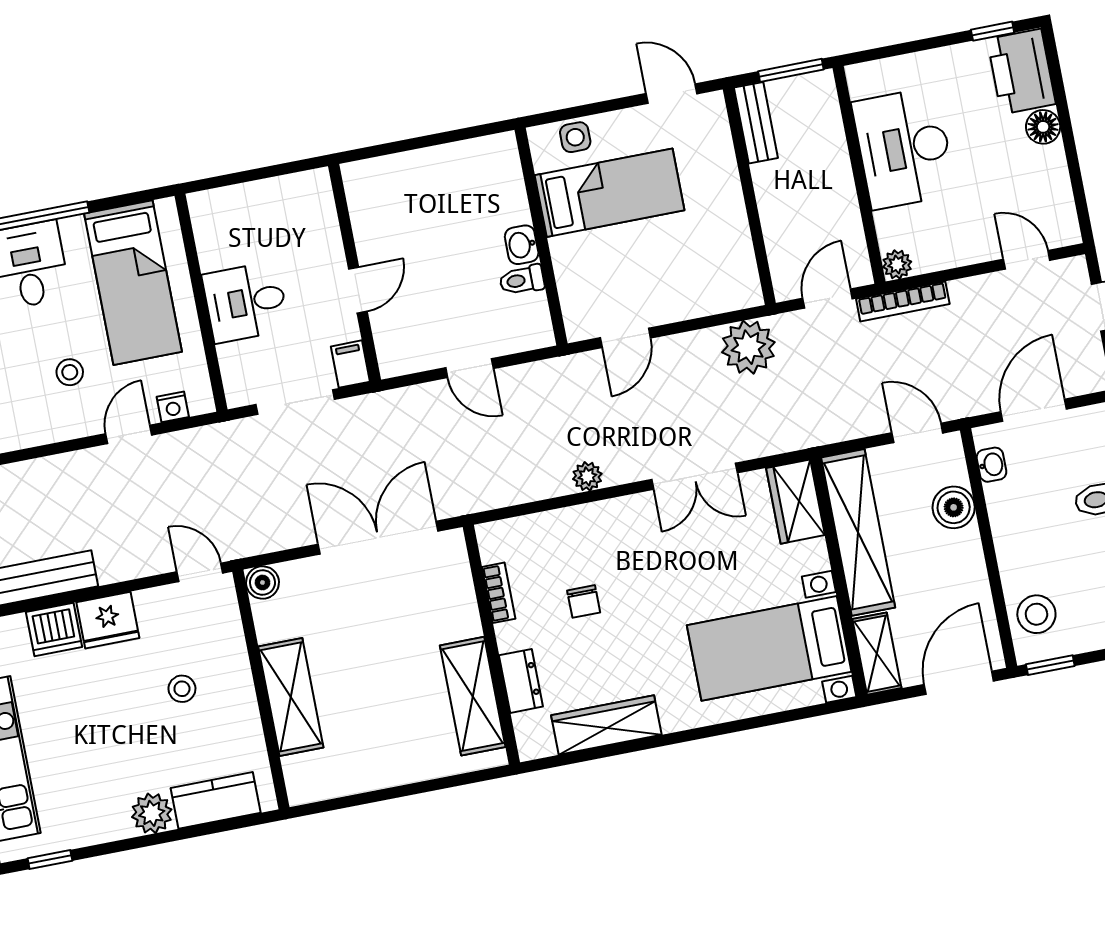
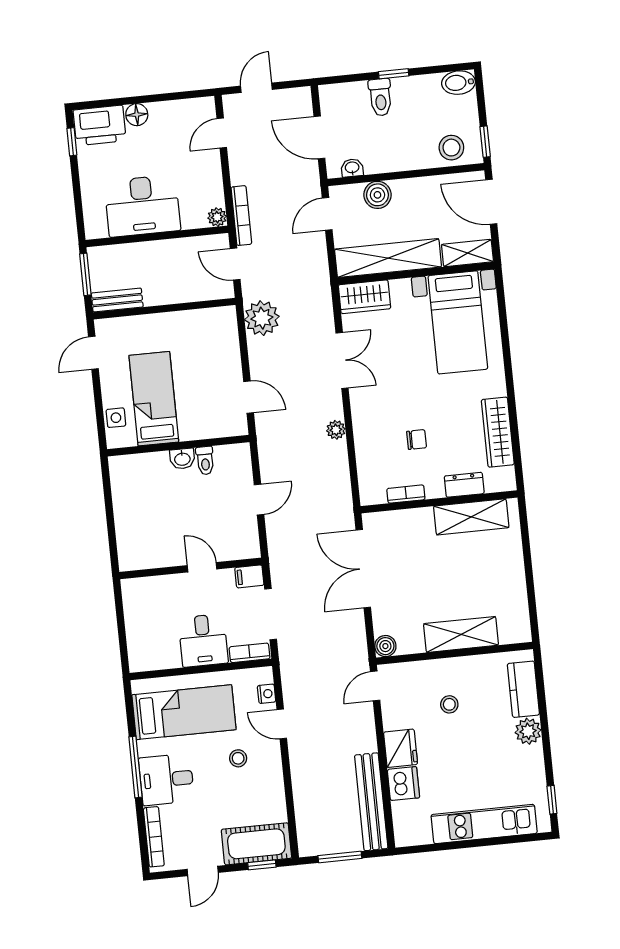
bookcase: (233, 375) -> (250, 653), added

